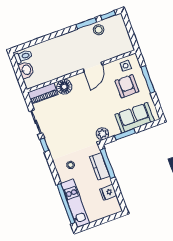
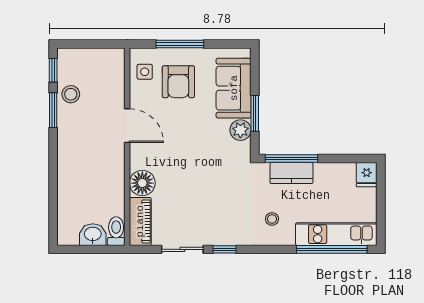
toilet: (23, 56) -> (116, 231), moved
armchair: (127, 86) -> (178, 82), turned -90
plant: (102, 134) -> (240, 130), moved
fridge: (108, 192) -> (367, 175), moved

